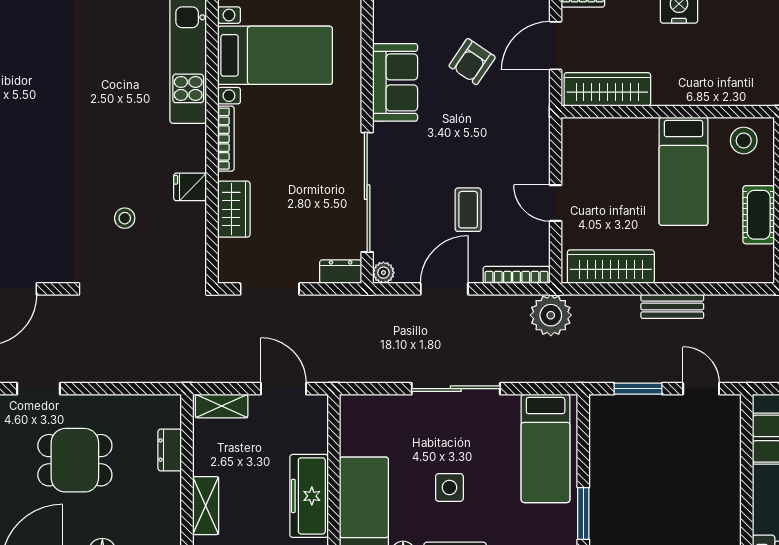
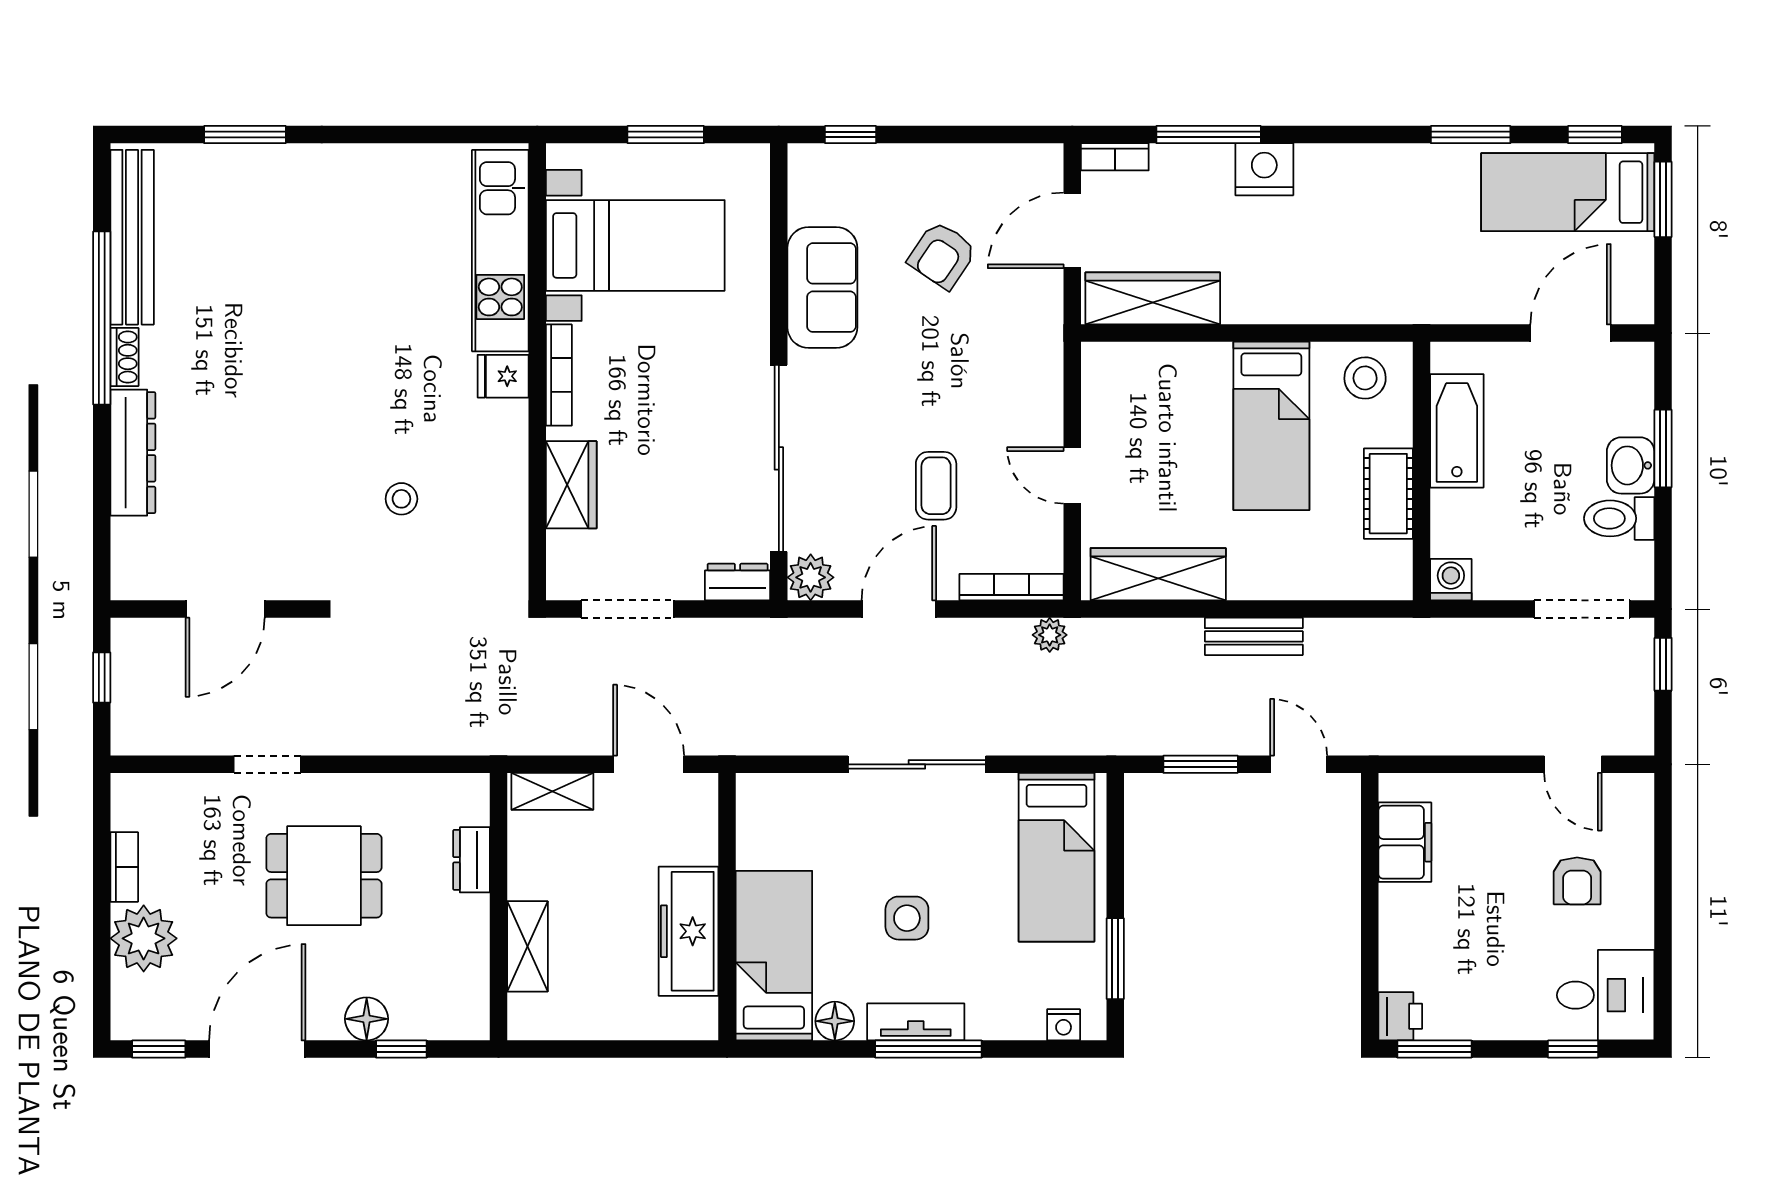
fridge: (190, 187) -> (503, 376), moved
plant: (383, 273) -> (811, 577), width x1.38, depth x1.38
plant: (551, 315) -> (1050, 635), width x0.53, depth x0.53

